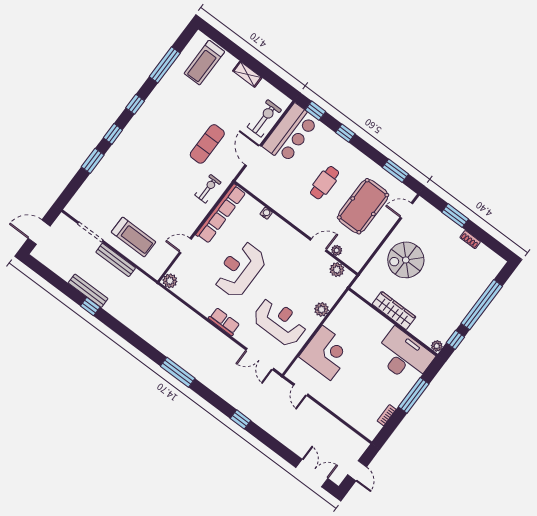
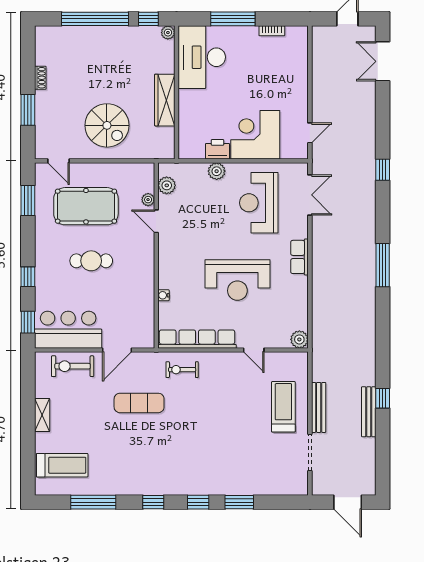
printer: (335, 321) -> (217, 149), added

